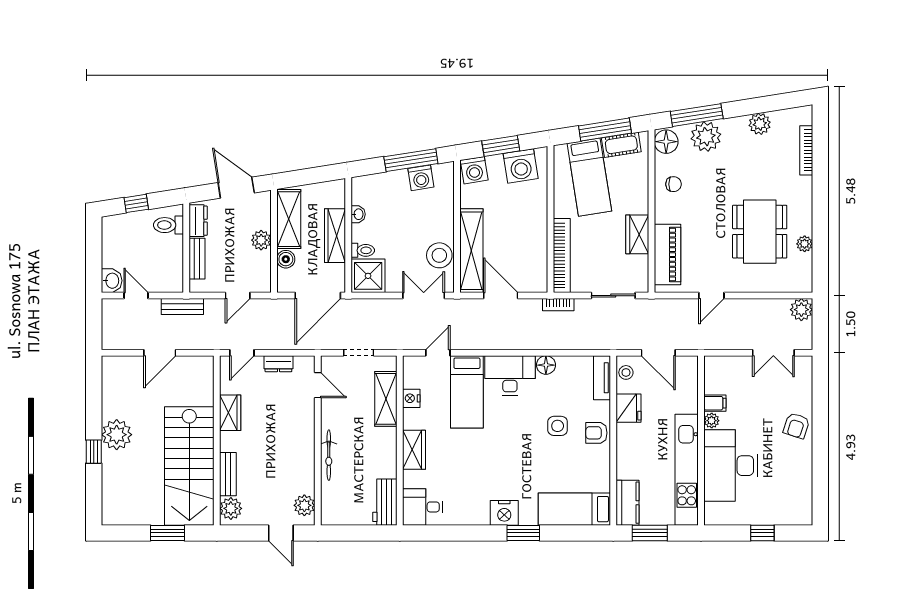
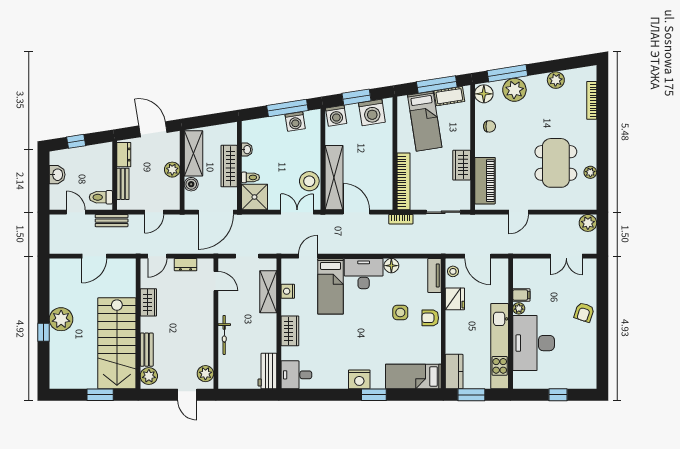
toilet: (168, 225) -> (101, 197), moved
washbasin: (112, 281) -> (57, 175), moved

